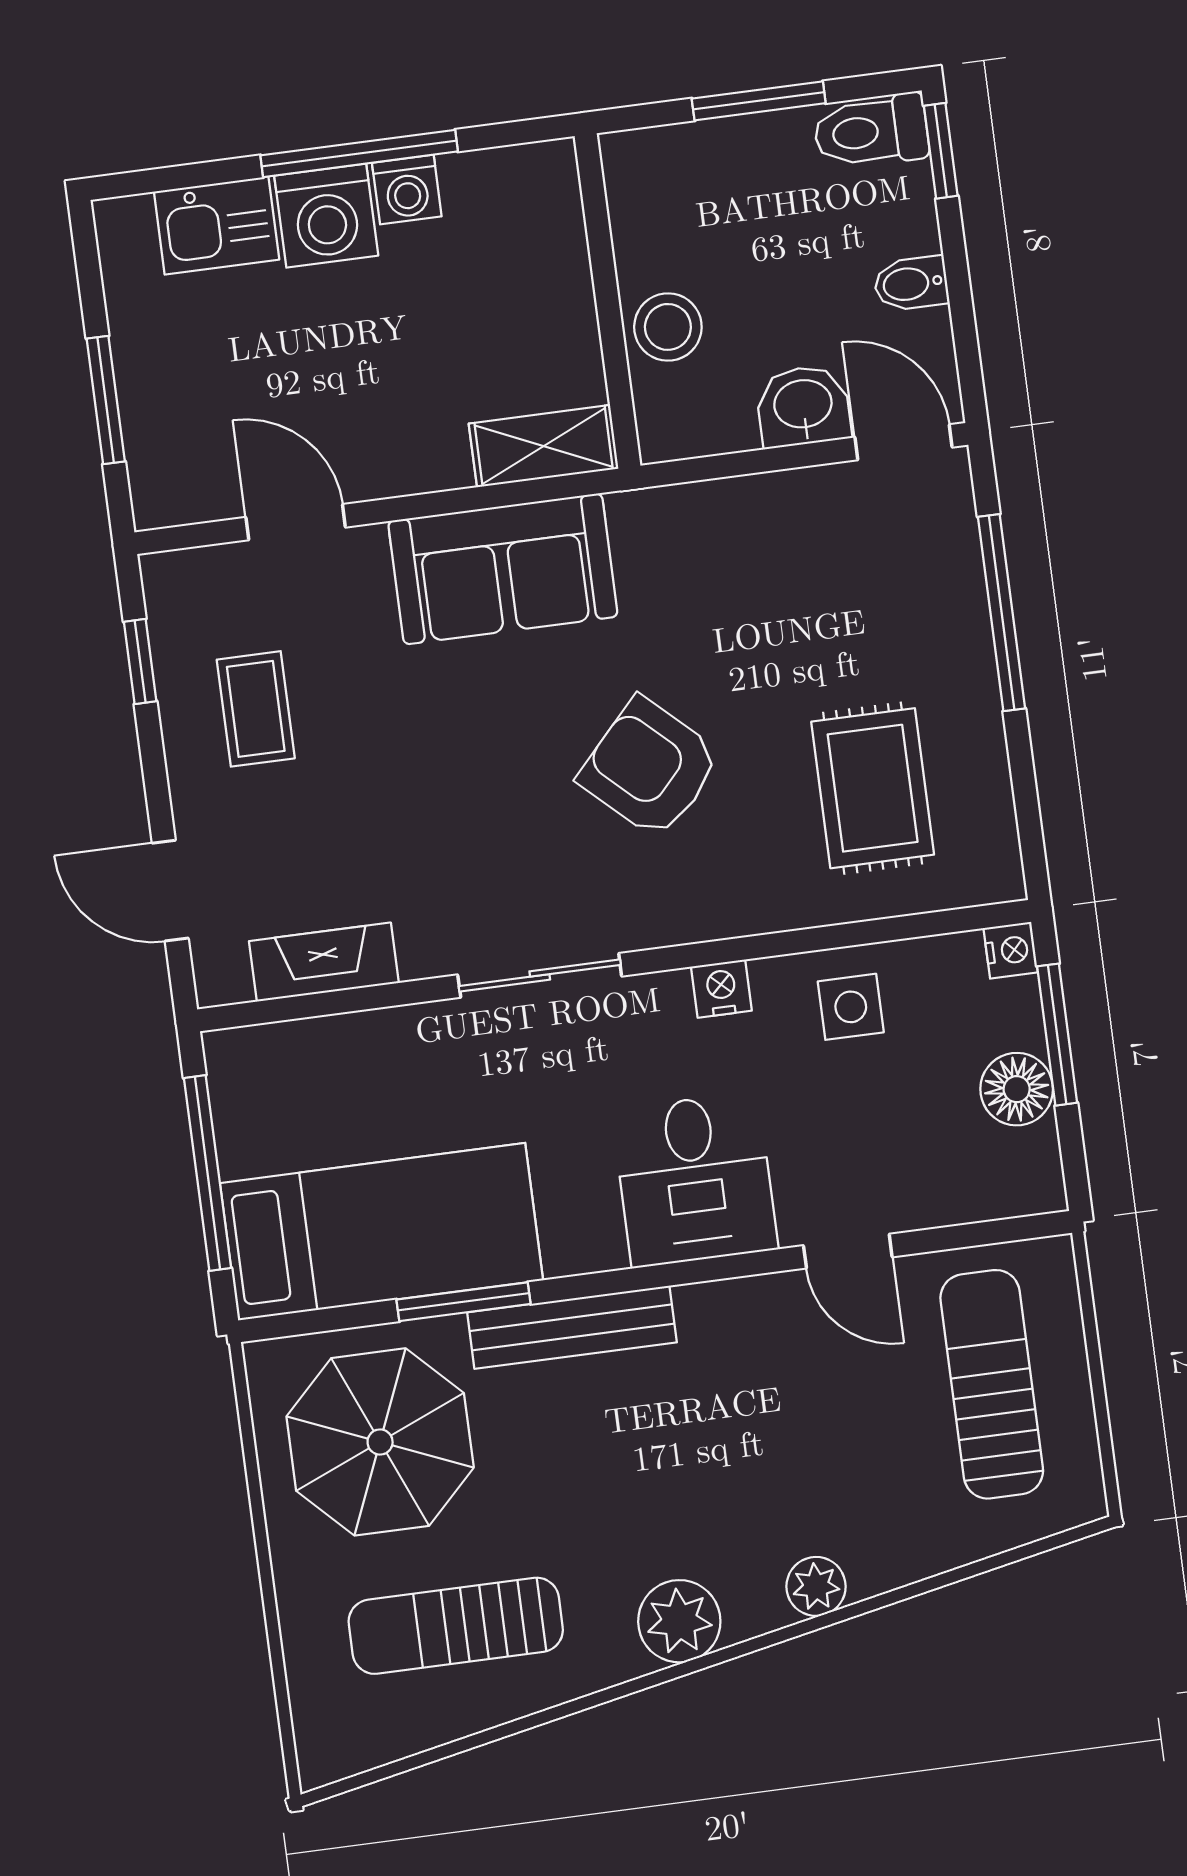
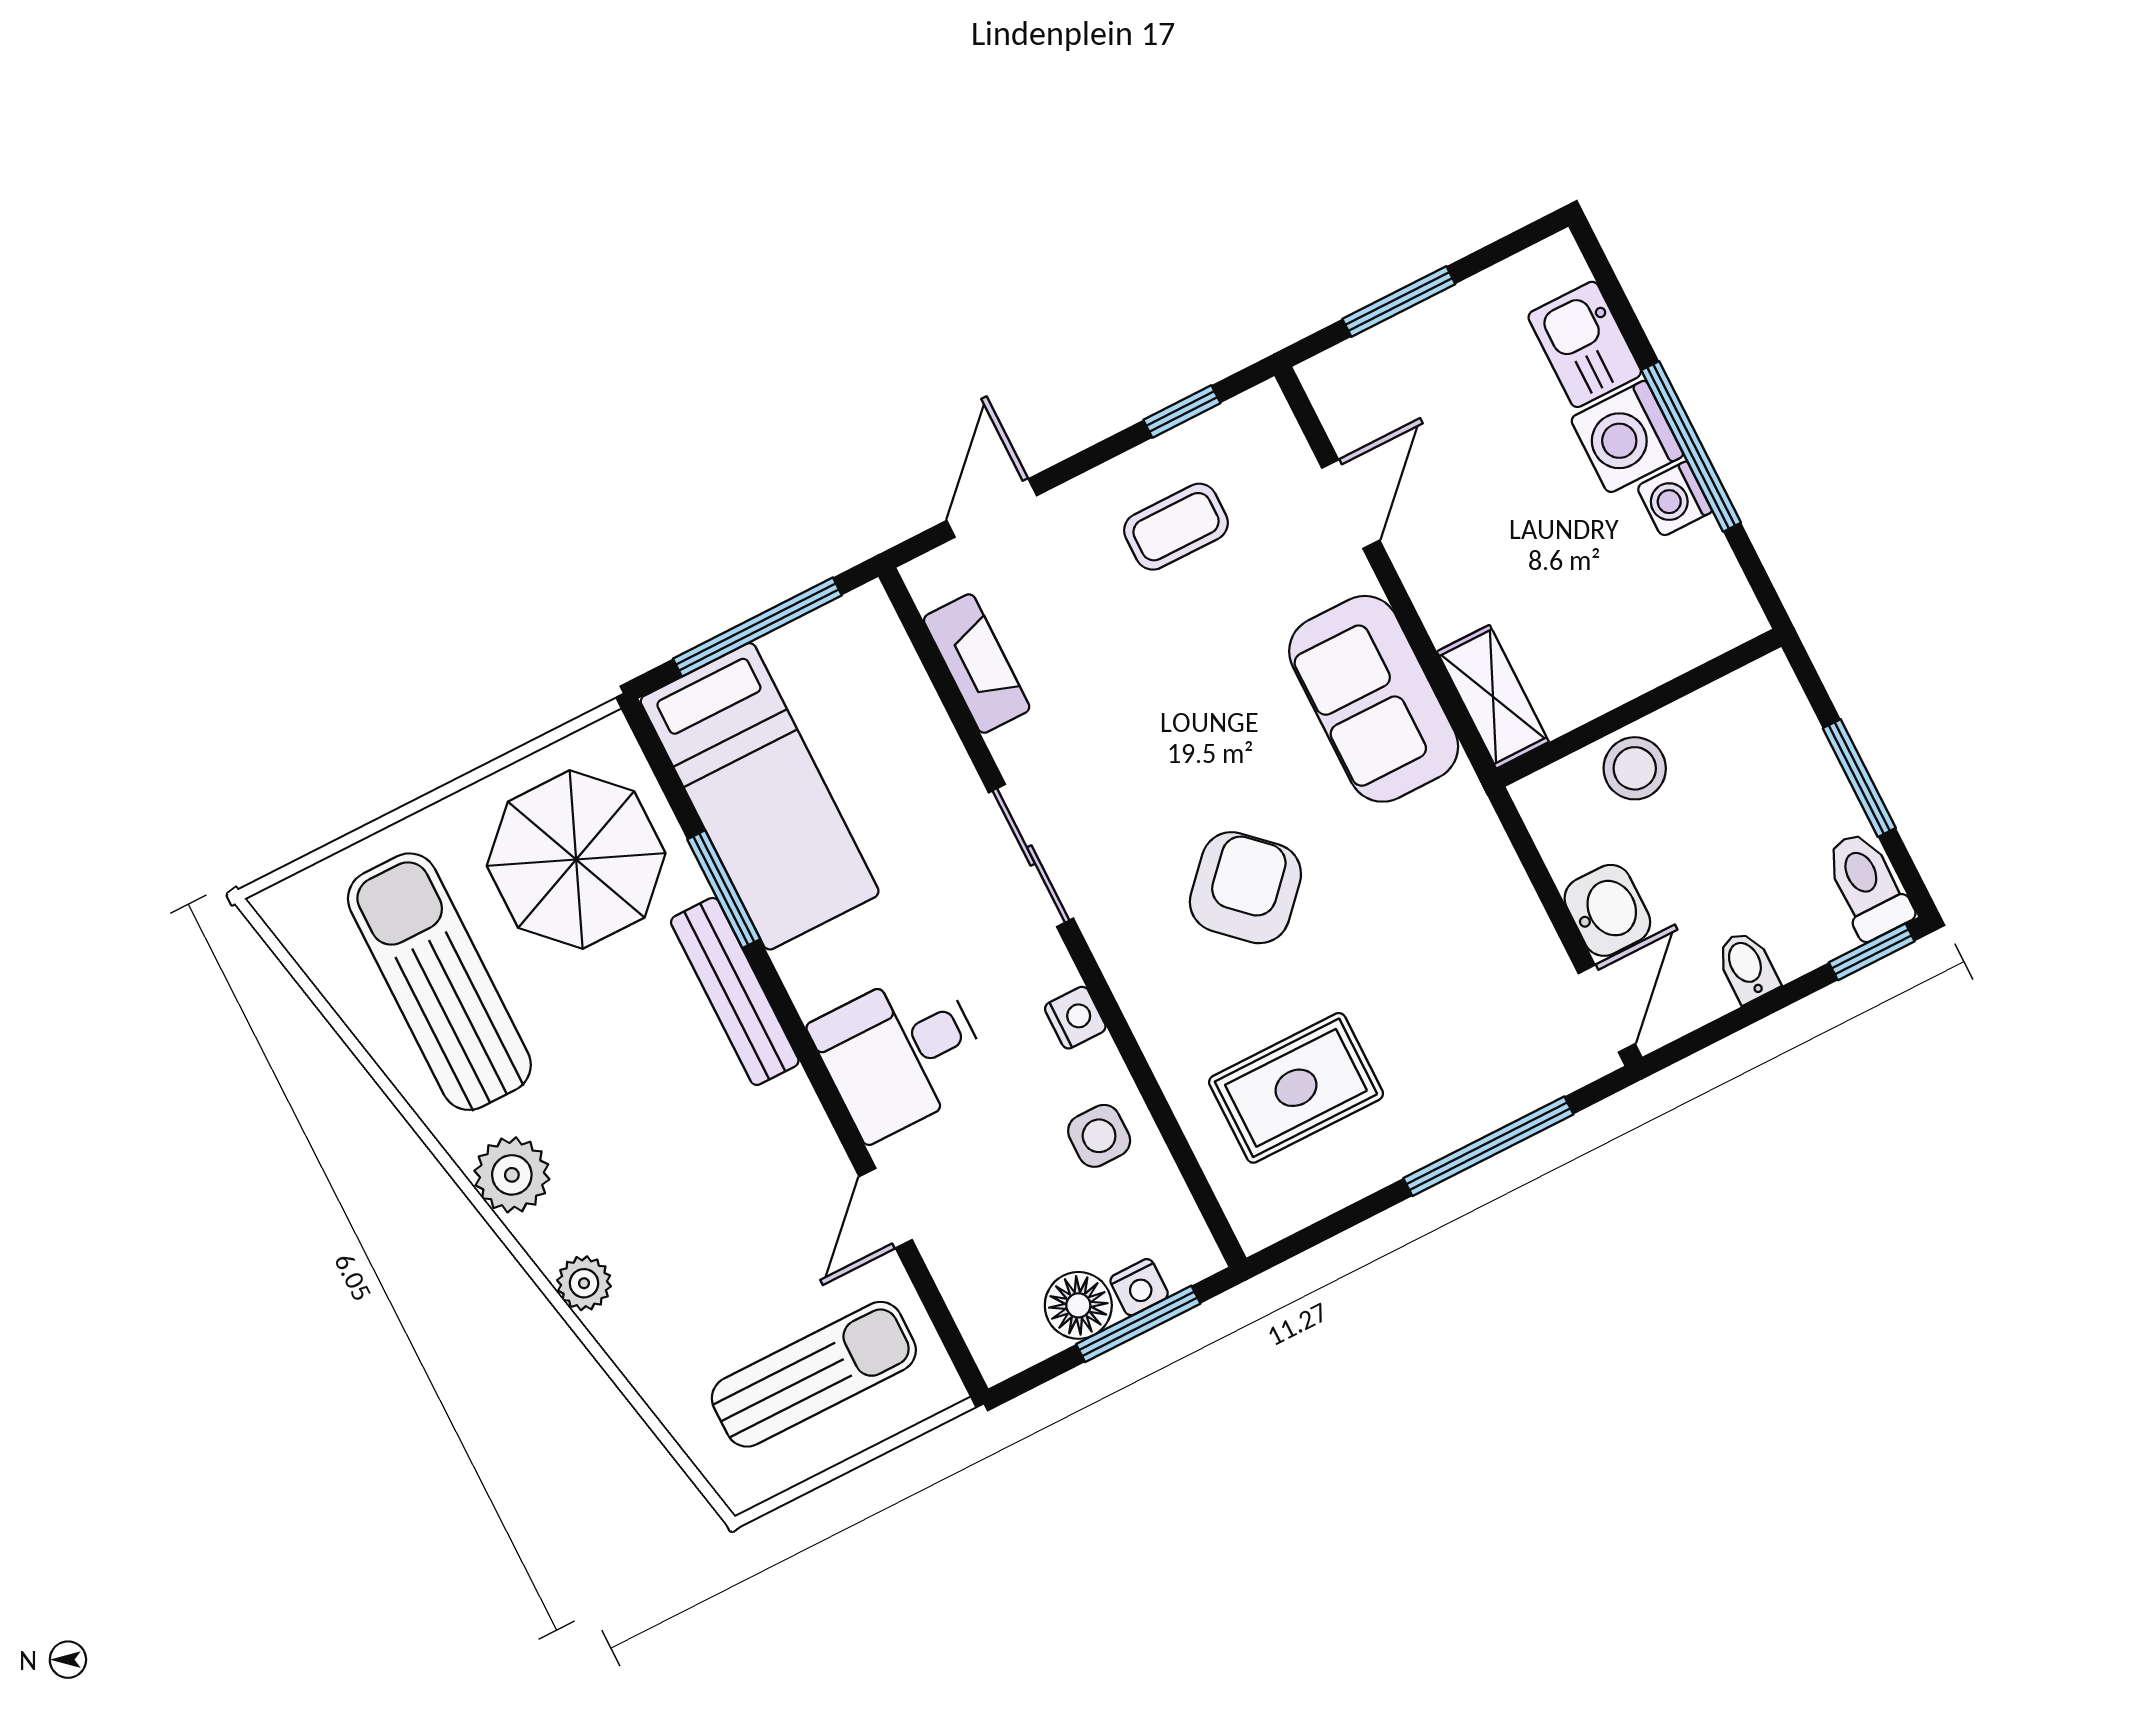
nightstand: (1011, 950) -> (1139, 1287), moved
sun lounger: (456, 1626) -> (439, 982), width x1.36, depth x1.34

